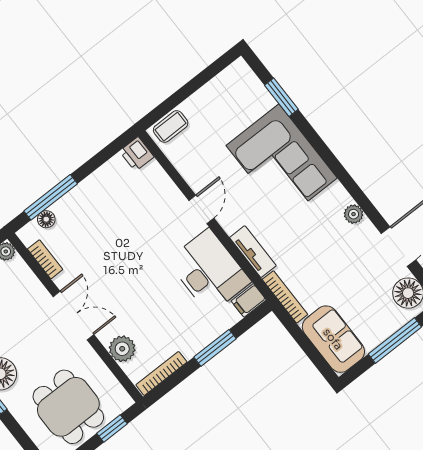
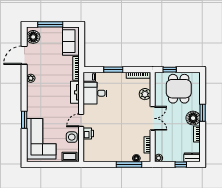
window: (281, 97) -> (24, 120), moved
printer: (137, 154) -> (88, 134), moved
corner sofa: (282, 162) -> (41, 139), moved
side table: (194, 165) -> (72, 137), added
desk: (209, 271) -> (95, 93), width x0.73
double door: (74, 316) -> (153, 118), swing flipped

